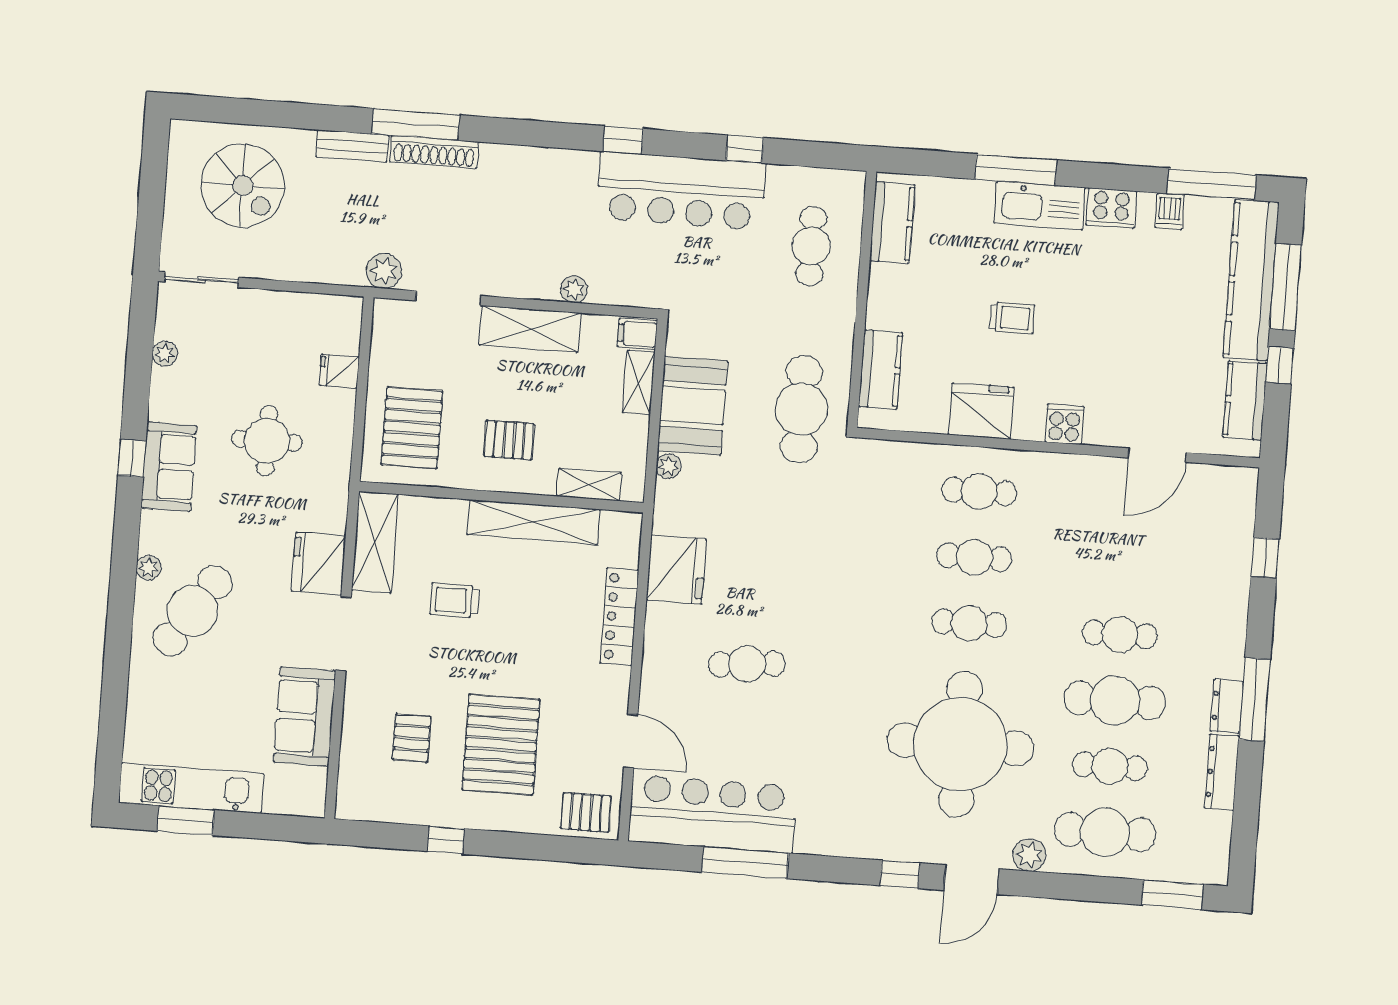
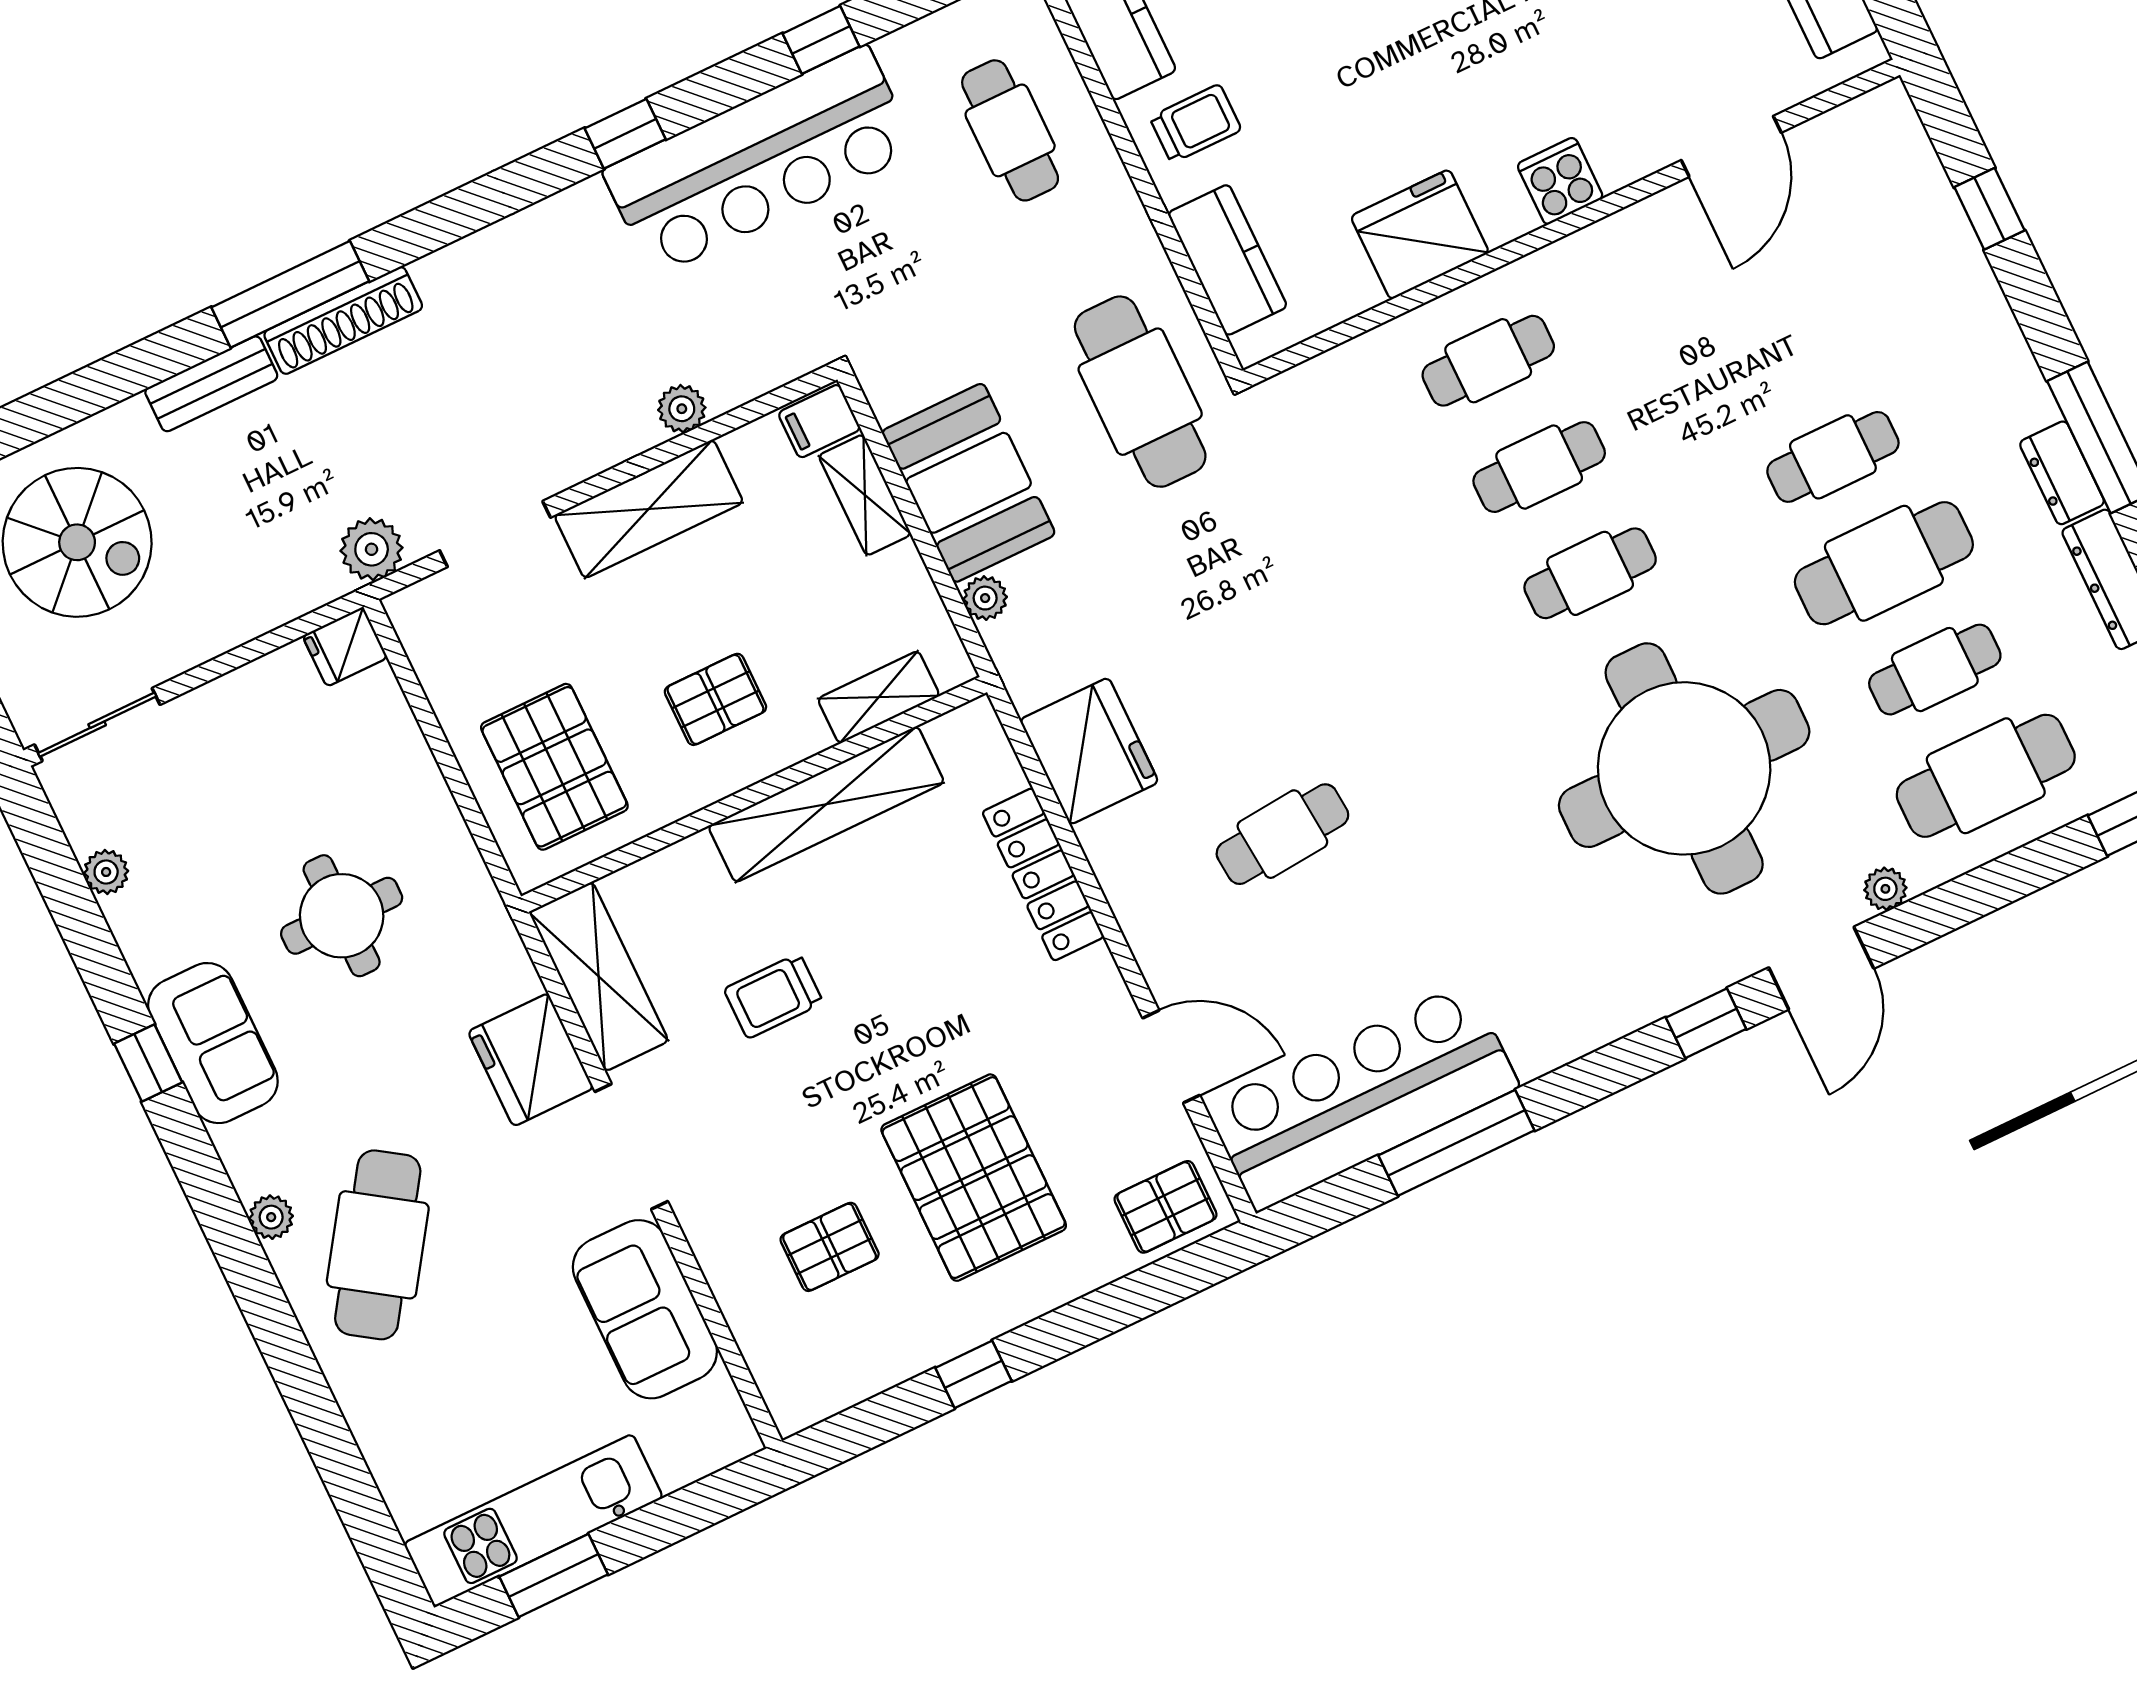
trolley: (1012, 318) -> (1196, 124), moved
fridge: (339, 371) -> (345, 647), moved
pallet: (412, 738) -> (830, 1247), turned 90
plant: (1029, 855) -> (1885, 889), width x0.73, depth x0.73

